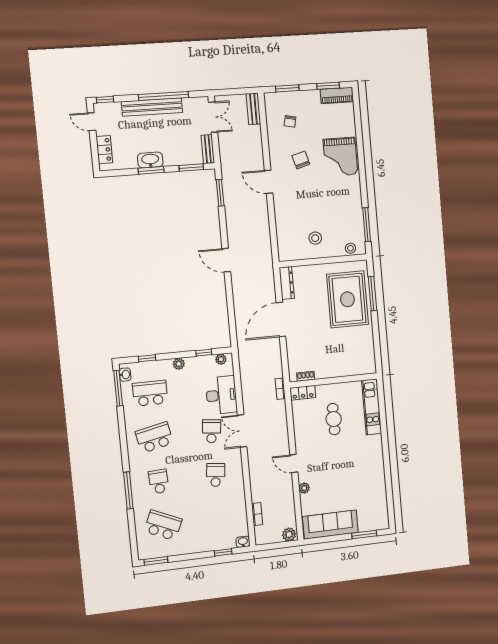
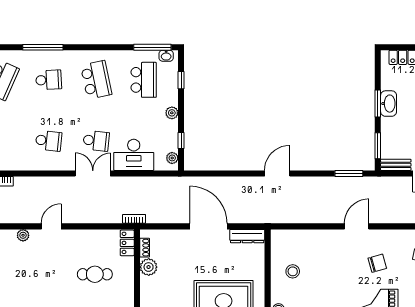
plant: (323, 371) -> (149, 267), added

